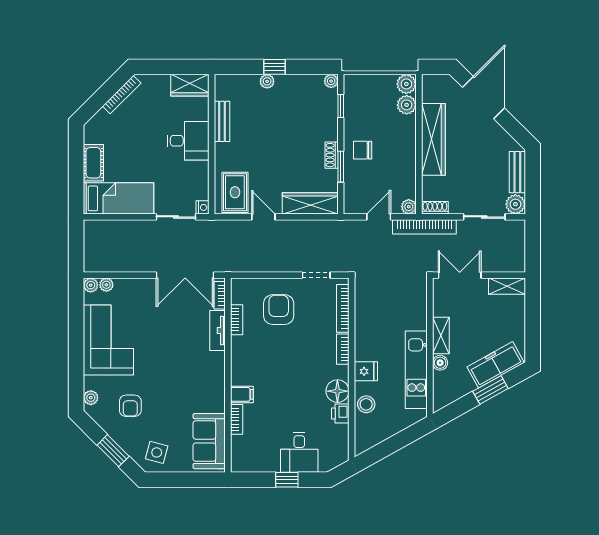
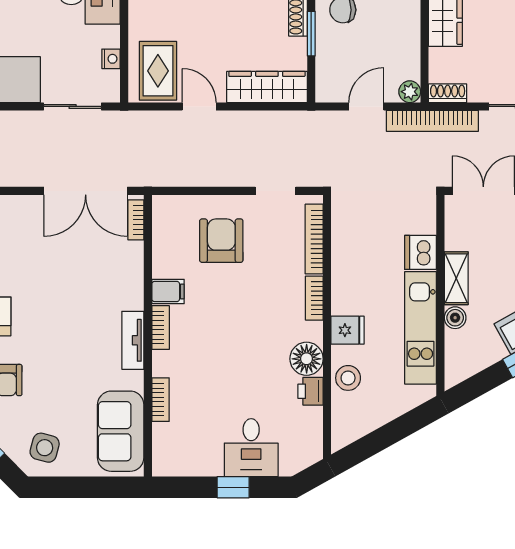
nightstand: (203, 207) -> (111, 59), moved
dishwasher: (416, 318) -> (420, 252), added
bookcase: (237, 320) -> (161, 328), moved
tv unit: (218, 331) -> (133, 340), moved
filing cabinet: (242, 394) -> (168, 292), moved

